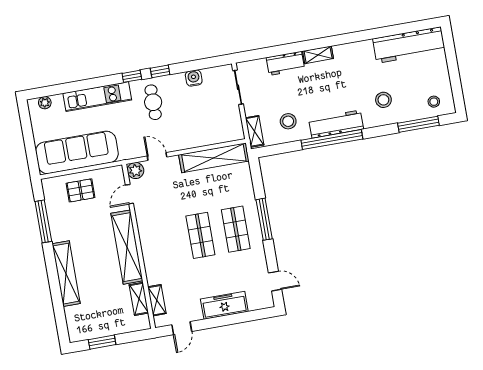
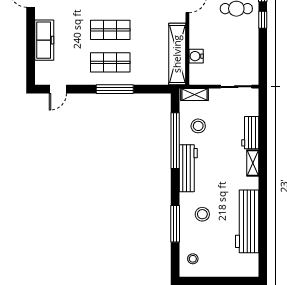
workbench: (409, 45) -> (247, 221), moved
water cooler: (194, 78) -> (196, 56), moved, turned 180
window: (418, 124) -> (175, 224), moved
window: (332, 140) -> (175, 141), moved

